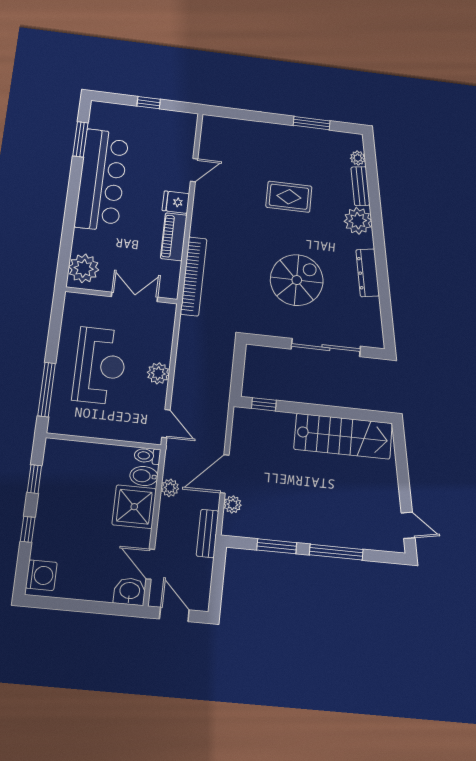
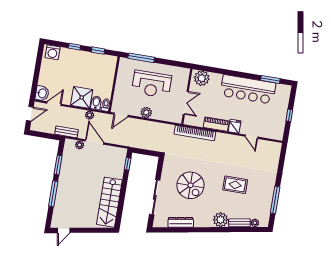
window: (312, 123) -> (275, 200), width x1.44
rug: (289, 197) -> (235, 185), turned 90
dresser: (368, 273) -> (181, 222), moved

